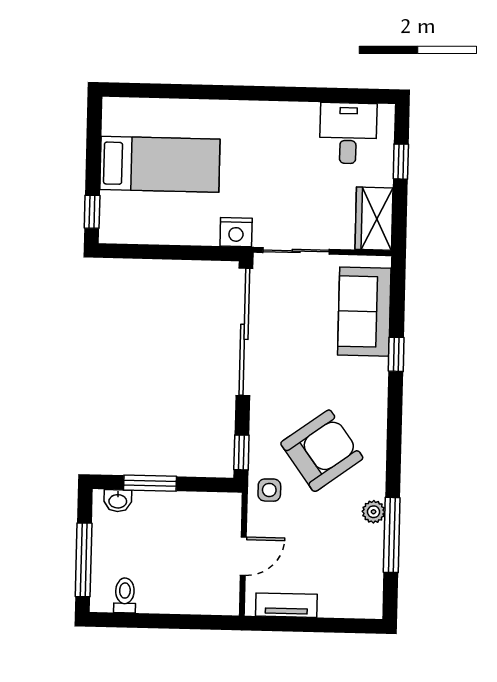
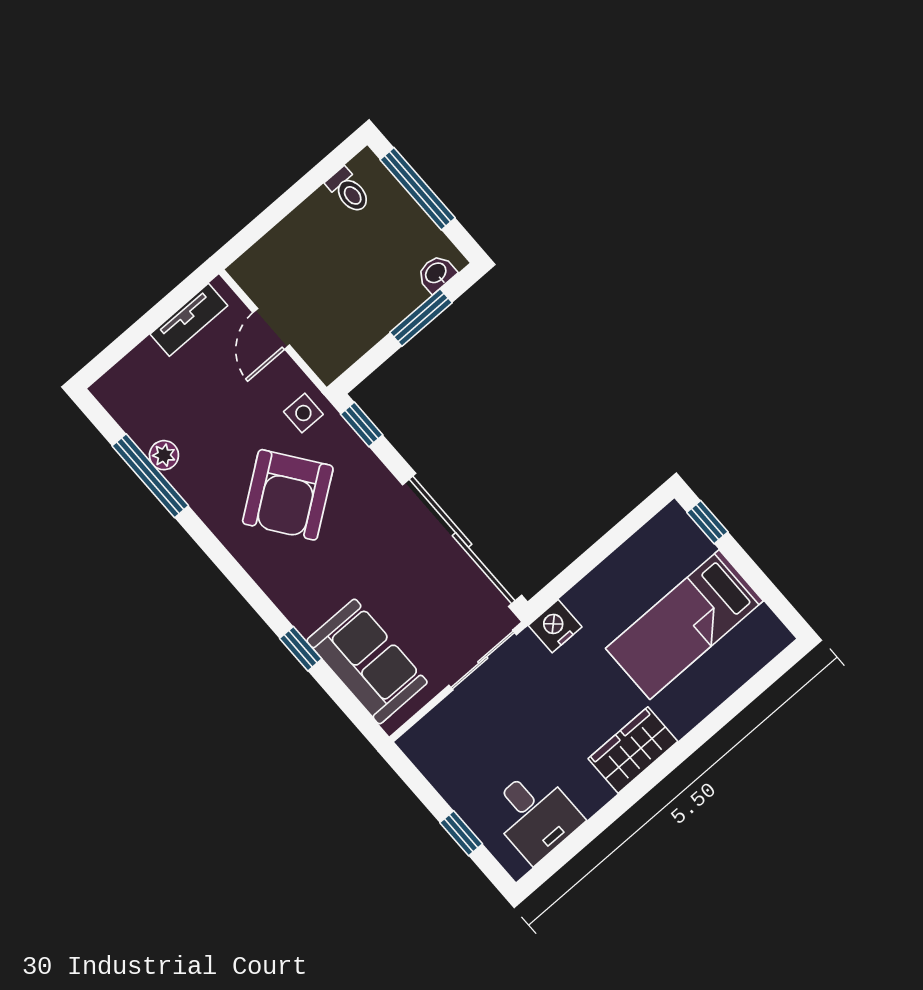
wardrobe: (374, 219) -> (633, 750), moved, turned -90
plant: (374, 512) -> (164, 455), moved

